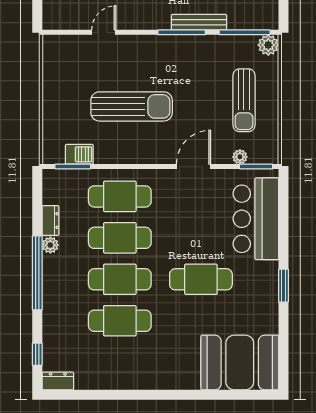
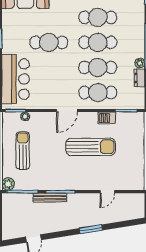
sun lounger: (132, 106) -> (91, 147), turned 180
barbecue: (79, 154) -> (107, 118), moved
door: (193, 167) -> (67, 111), moved

